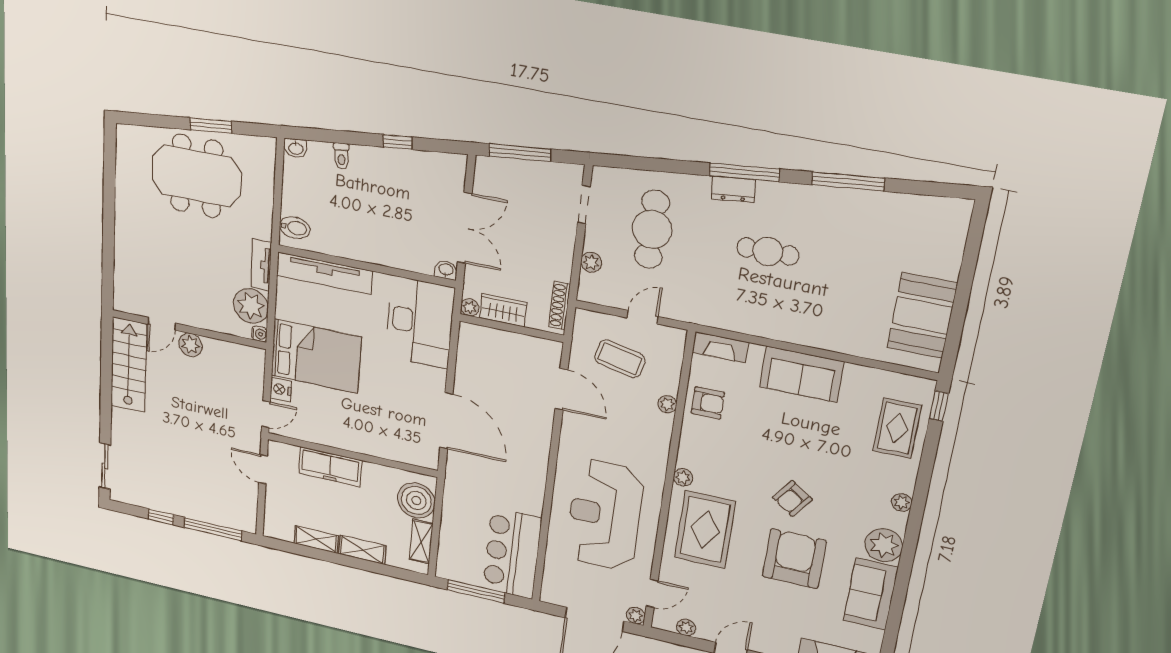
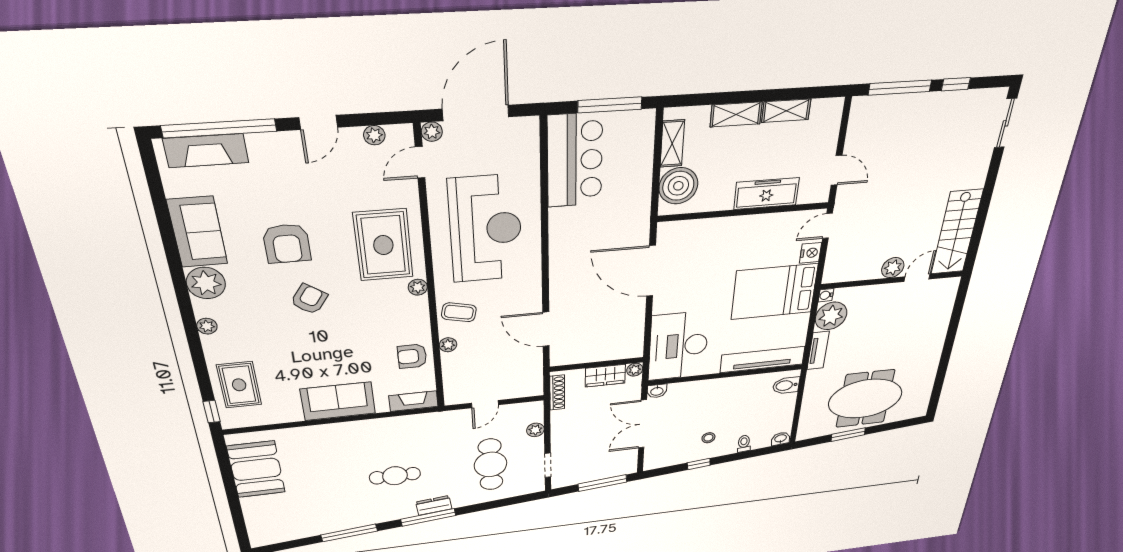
stool: (386, 180) -> (708, 438), added
coffee table: (620, 359) -> (459, 312), moved, width x0.73, depth x0.77
armchair: (794, 559) -> (287, 244), width x0.73, depth x0.73

